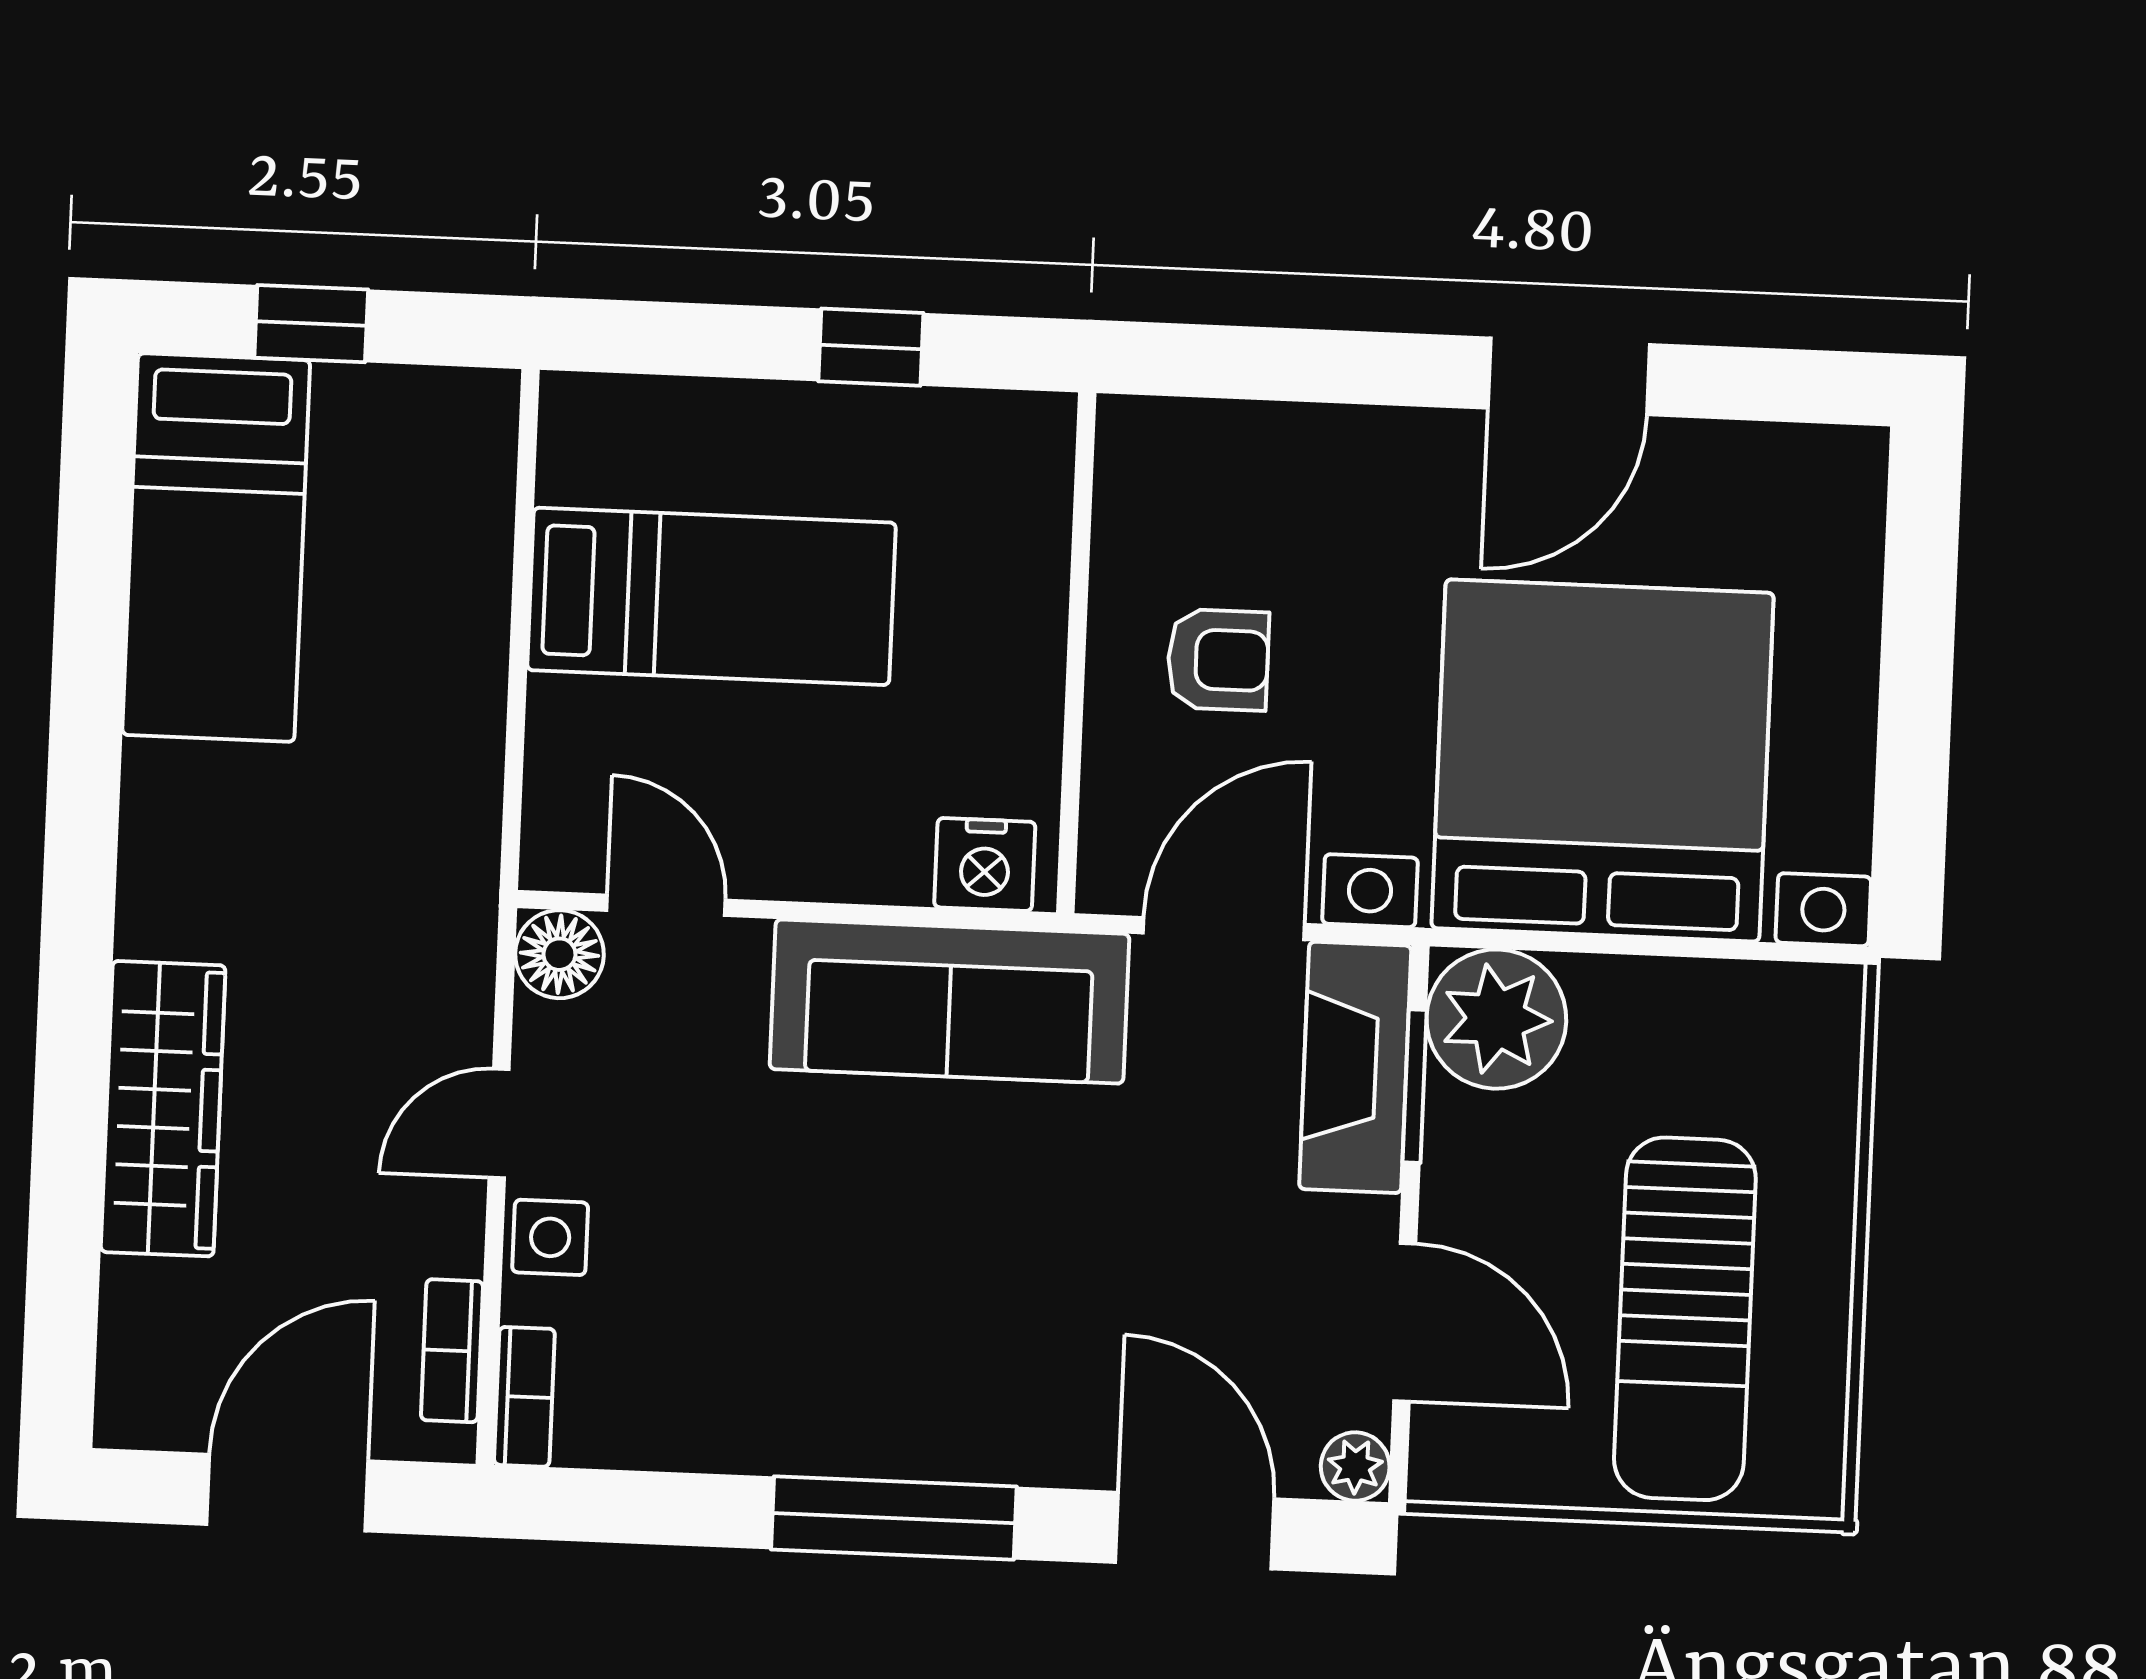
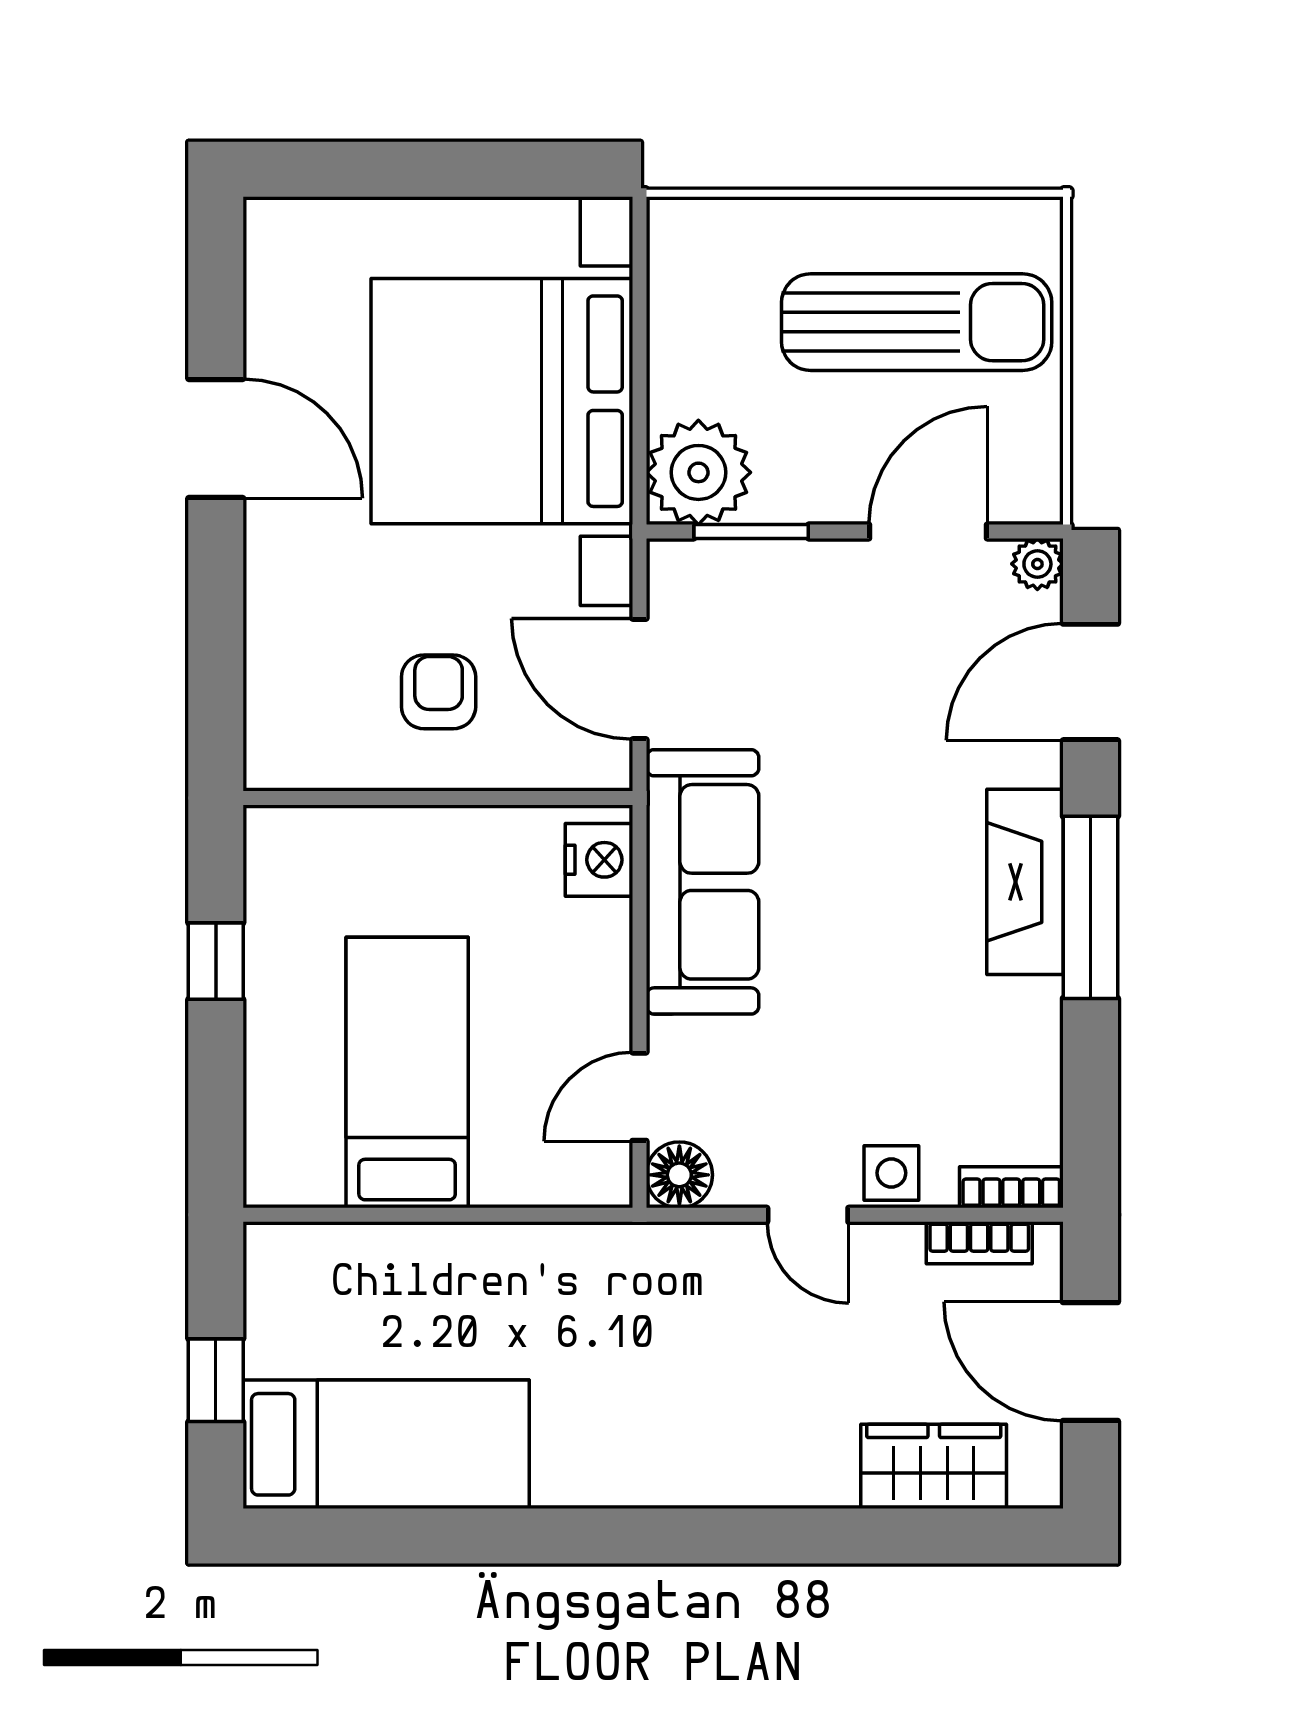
fireplace: (1355, 1067) -> (1025, 882), moved, turned 90
wardrobe: (163, 1109) -> (934, 1466), moved, width x0.67

